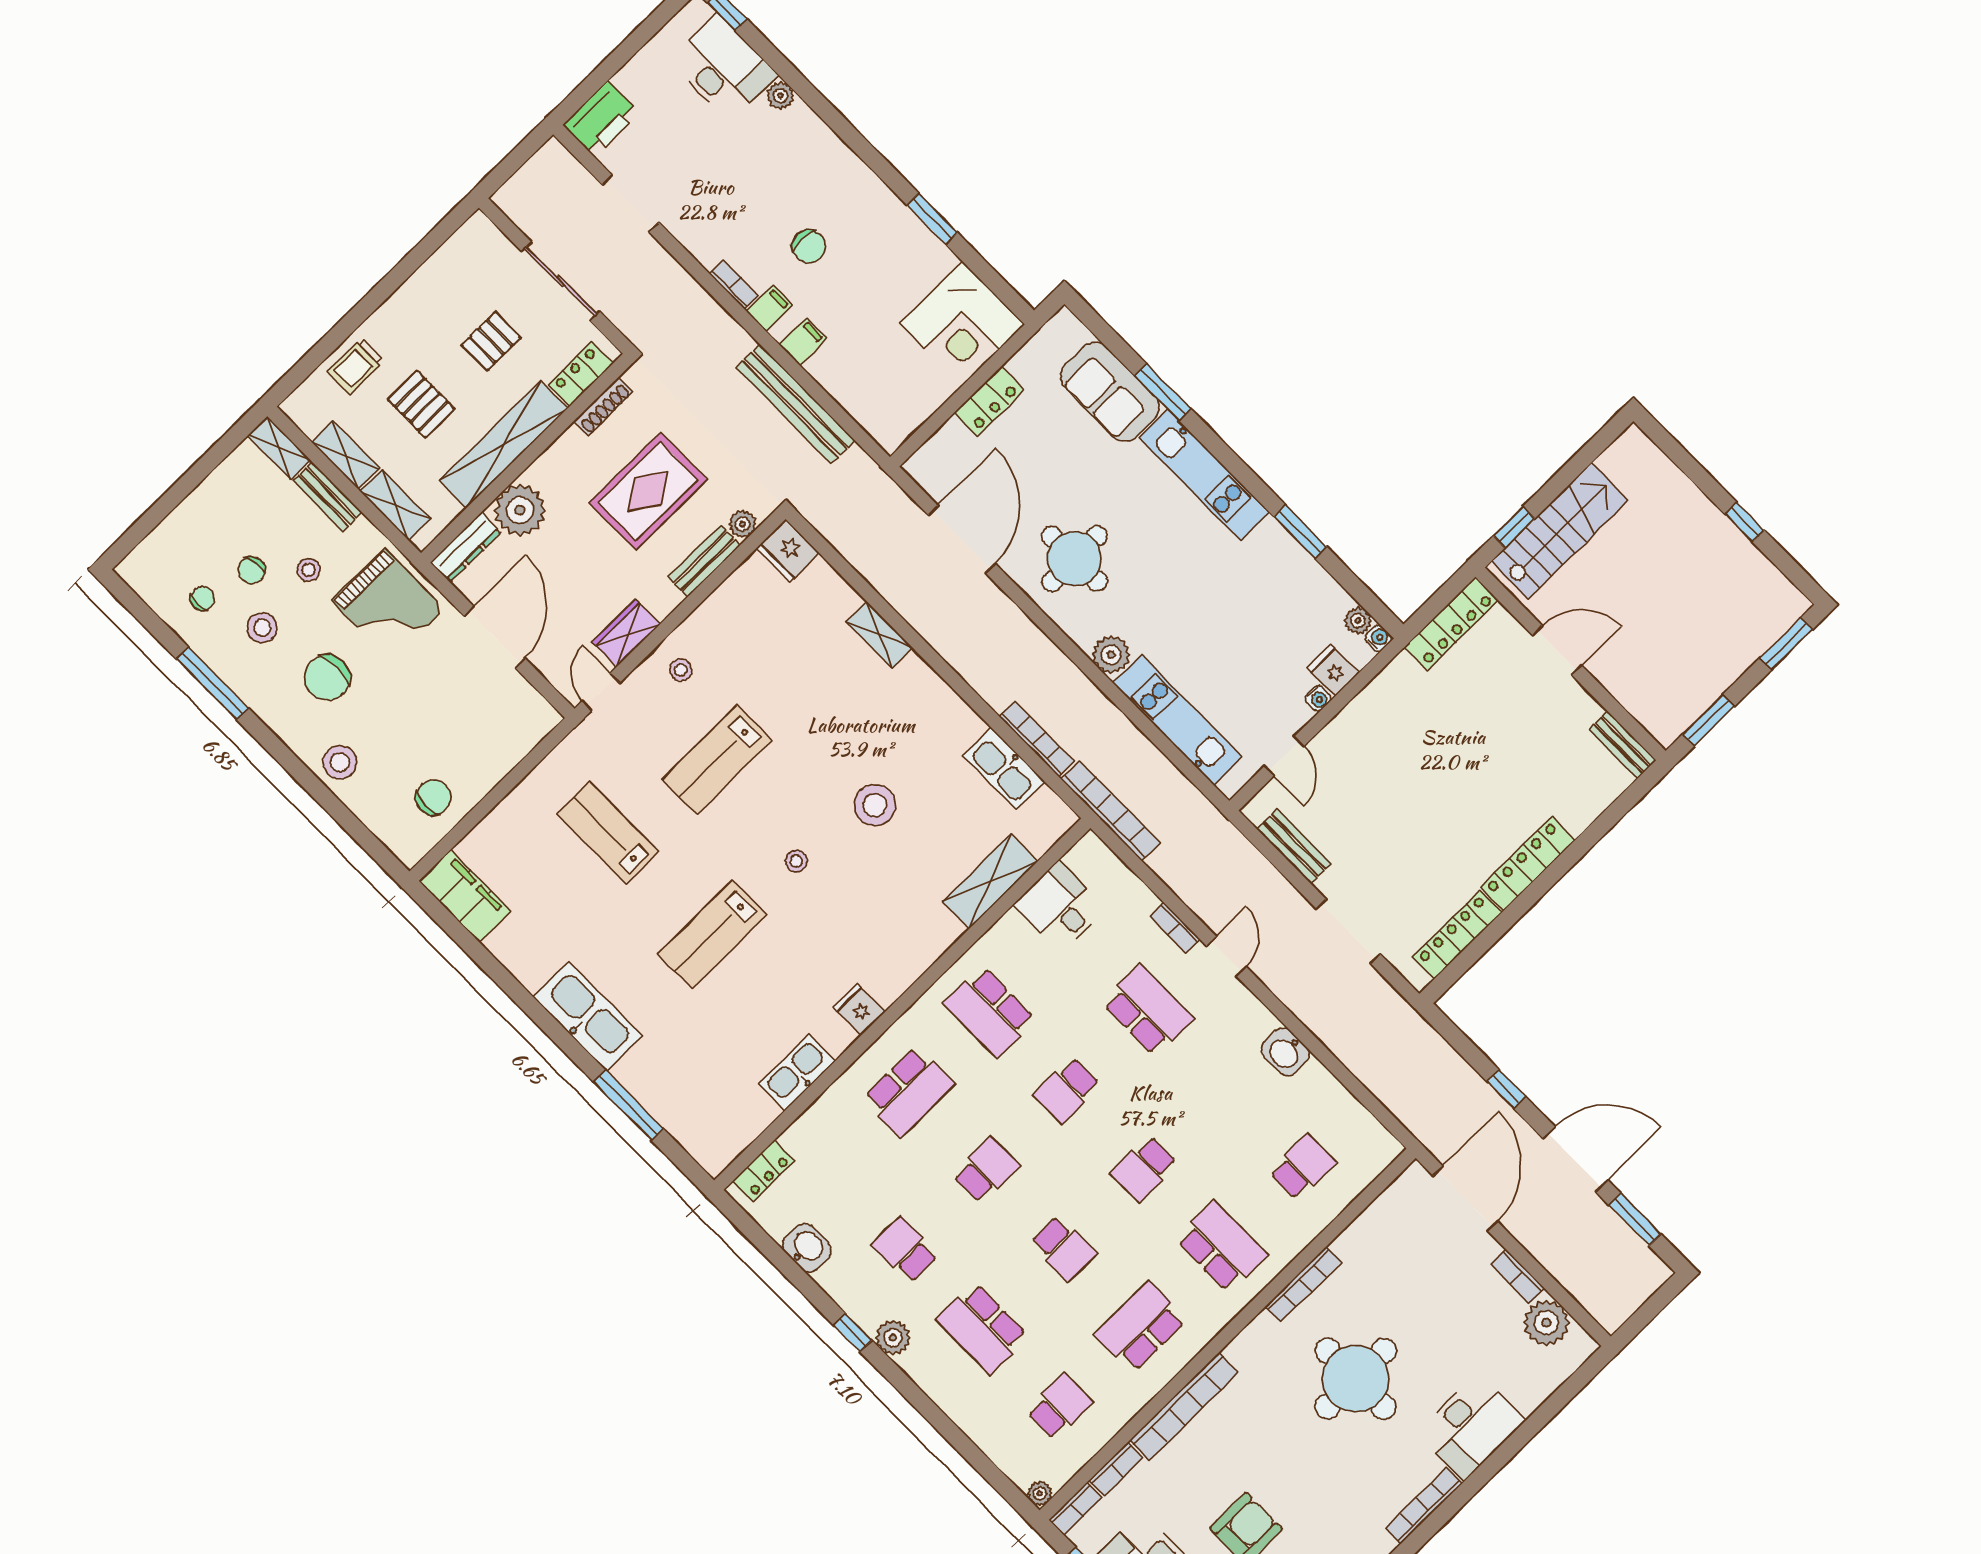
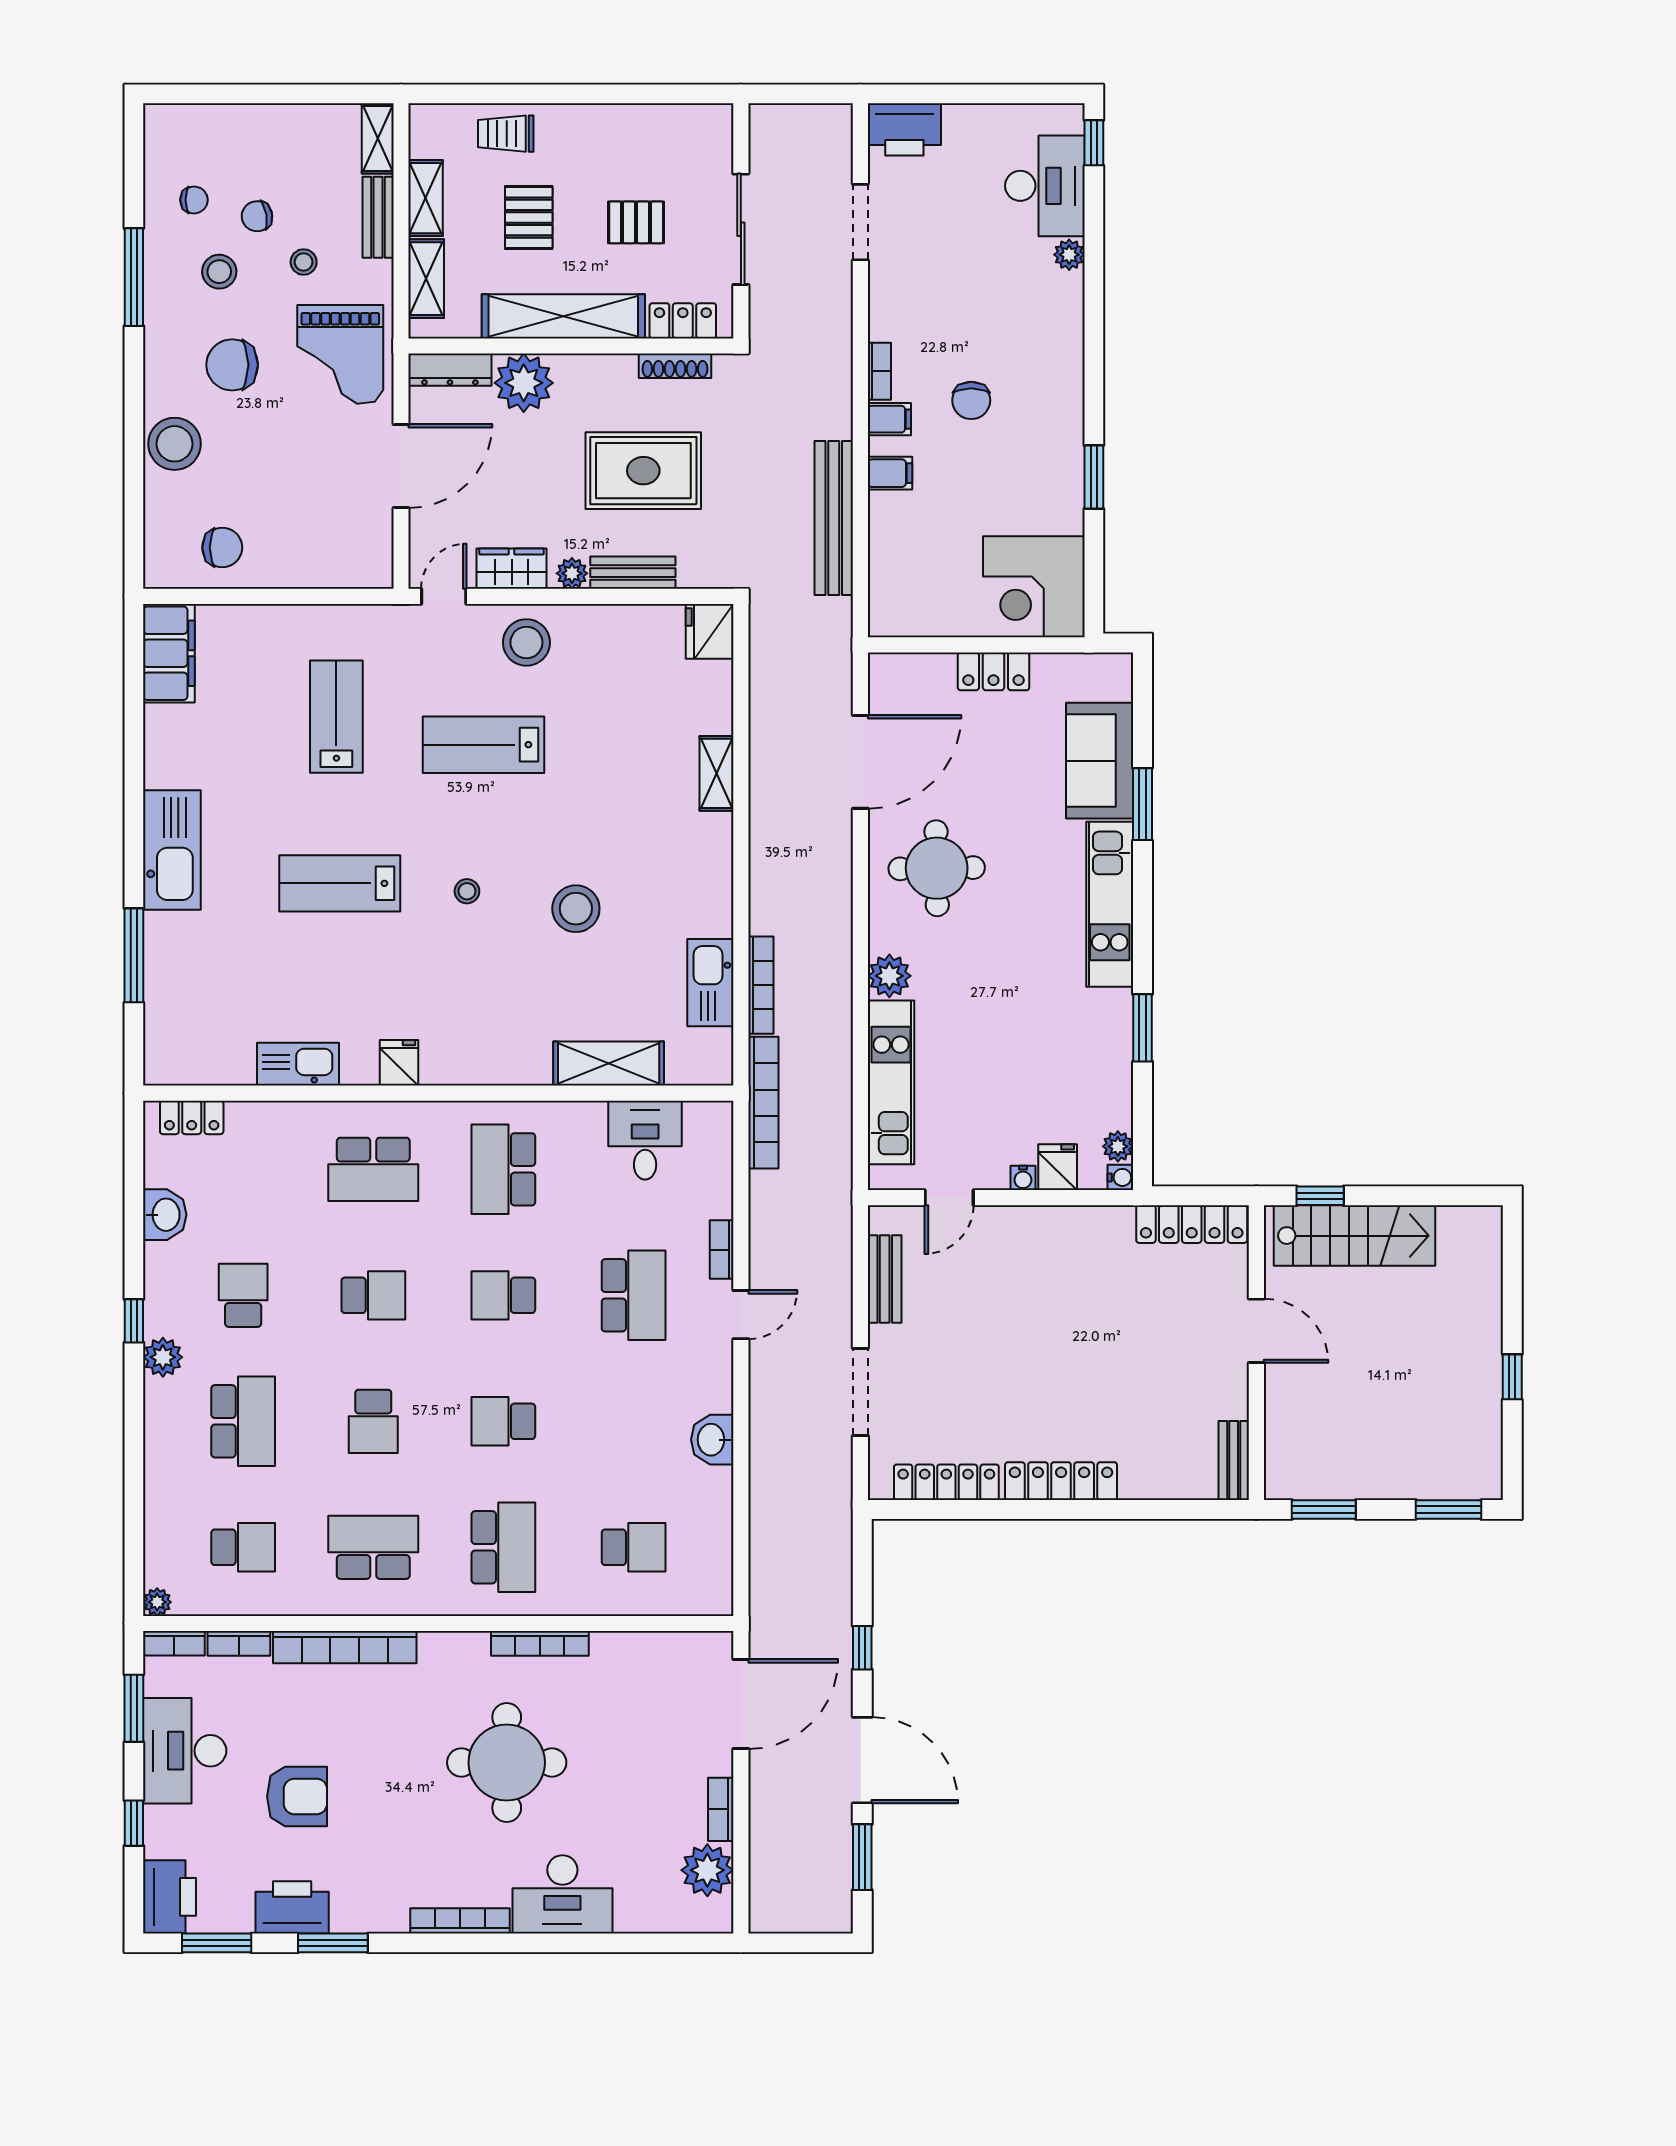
plant: (743, 524) -> (572, 573), moved
stool: (681, 670) -> (526, 642), width x1.89, depth x1.89
stool: (340, 762) -> (174, 444), width x1.38, depth x1.38
school desk: (982, 1328) -> (243, 1421), turned 180

